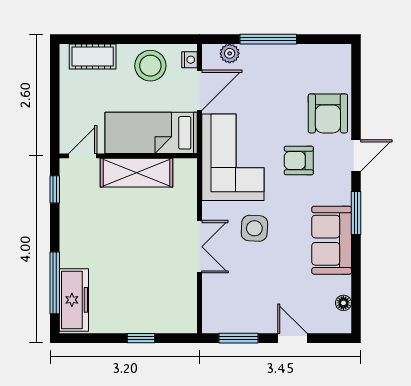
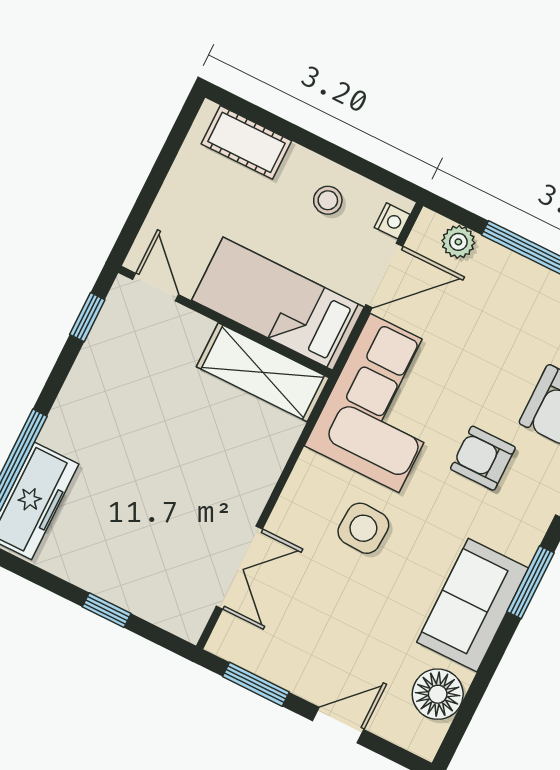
stool: (150, 66) -> (328, 200), width x0.53, depth x0.53
door: (83, 156) -> (156, 287), hinge flipped
shelving: (137, 173) -> (263, 372), moved
double door: (200, 247) -> (239, 567), moved
floor lamp: (343, 303) -> (438, 694), width x1.89, depth x1.89
door: (292, 338) -> (338, 725), hinge flipped

